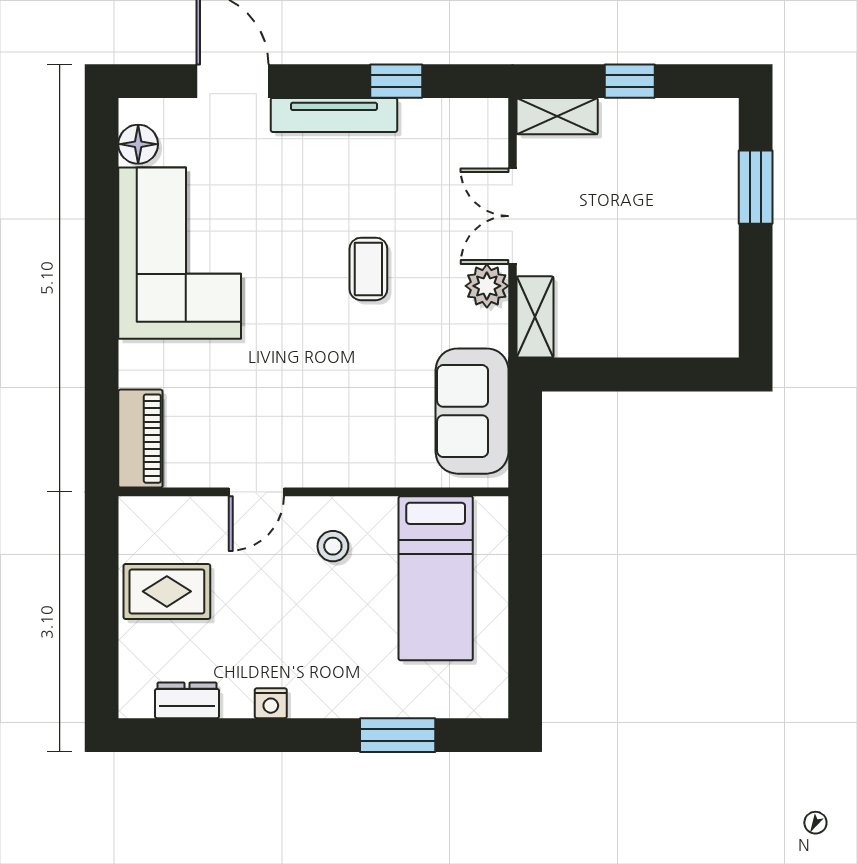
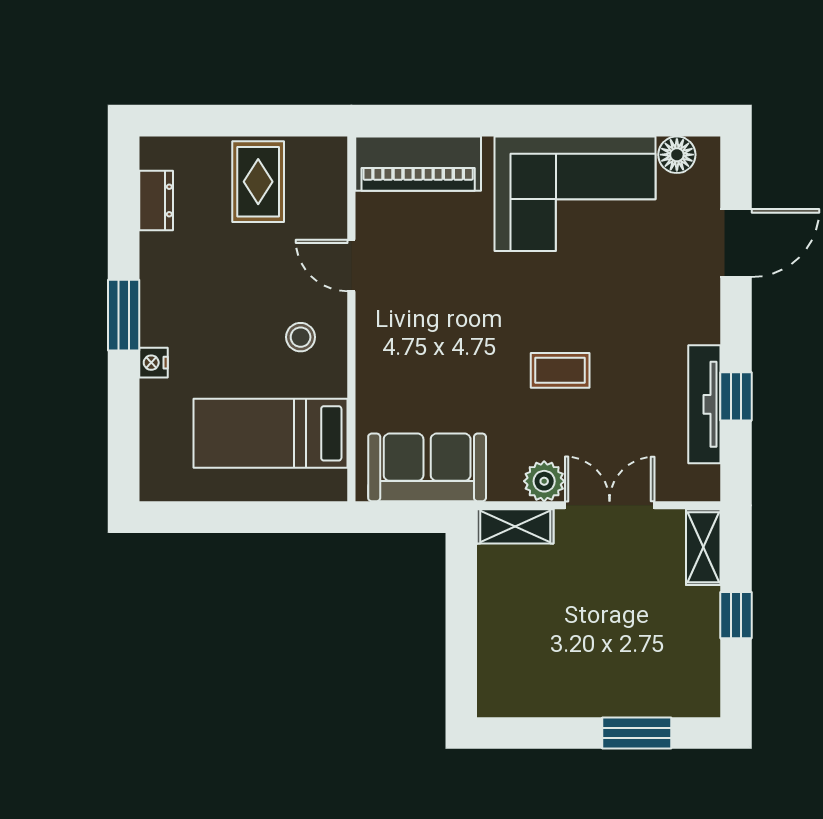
tv unit: (334, 115) -> (704, 404), moved
piano: (140, 439) -> (418, 164), width x1.37, depth x1.33
nightstand: (271, 703) -> (153, 363), moved
window: (398, 735) -> (124, 315), moved

